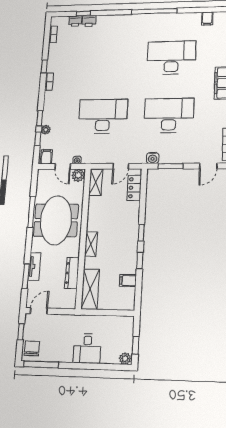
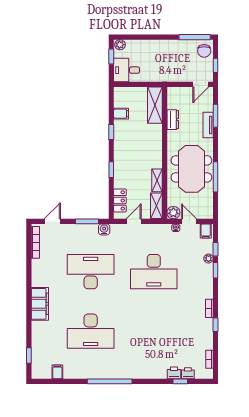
desk: (169, 115) -> (91, 272), turned 180
window: (141, 233) -> (111, 170), moved
shelving: (91, 244) -> (157, 180), moved
dresser: (72, 273) -> (173, 120), width x0.70
desk: (87, 348) -> (127, 70), moved, turned -90

